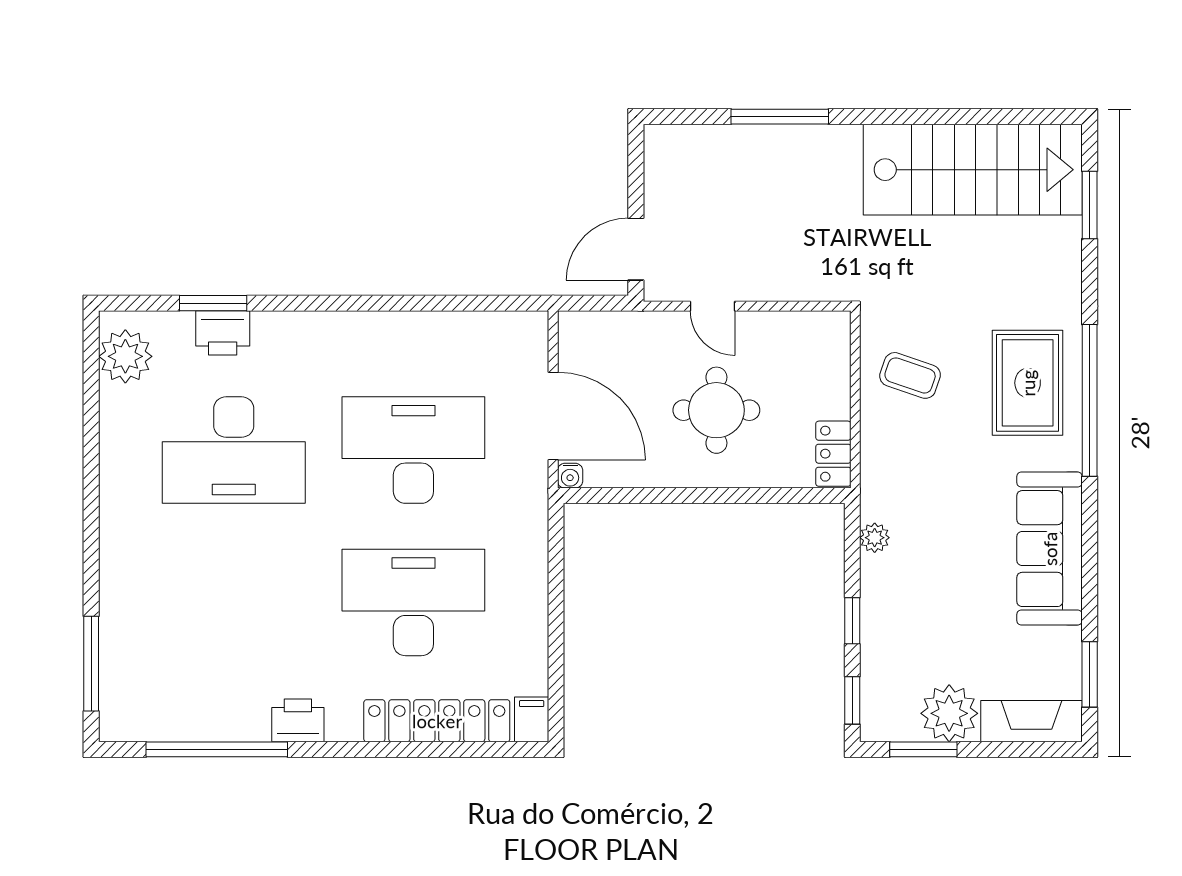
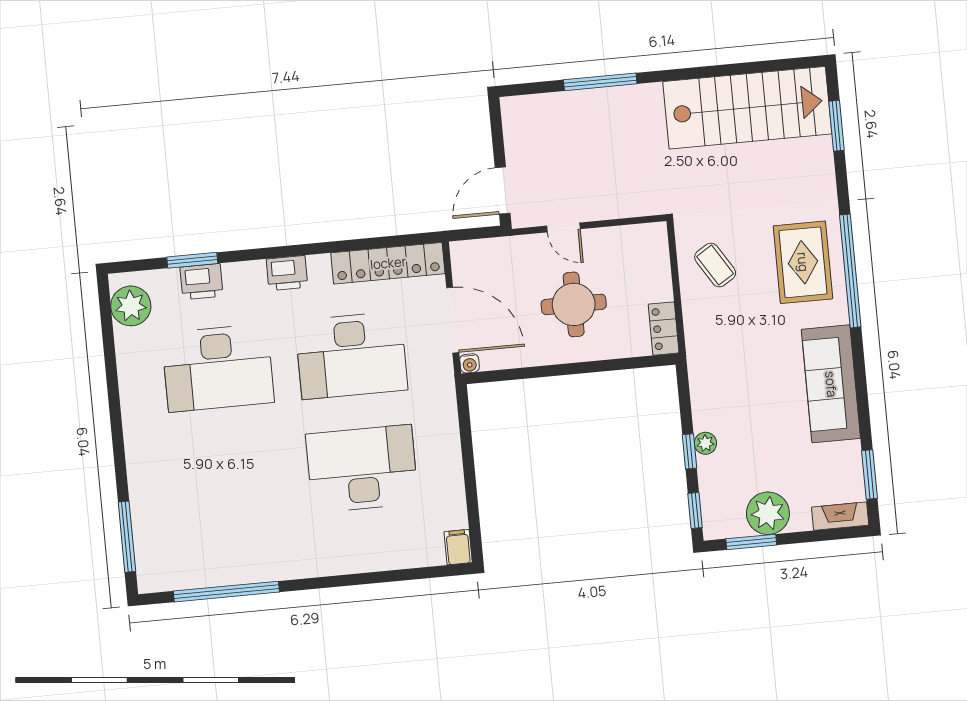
coffee table: (910, 375) -> (715, 265), turned 39
desk: (413, 450) -> (351, 355), turned 180
plant: (875, 538) -> (705, 443), moved
printer: (298, 720) -> (287, 273), moved, turned 180
locker: (437, 721) -> (388, 263), moved, turned 180
fireplace: (1031, 721) -> (840, 516), width x0.73, depth x0.76

